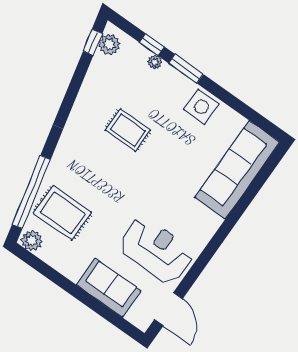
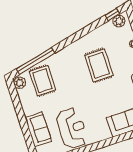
rug: (128, 130) -> (99, 65), width x1.36, depth x1.43

